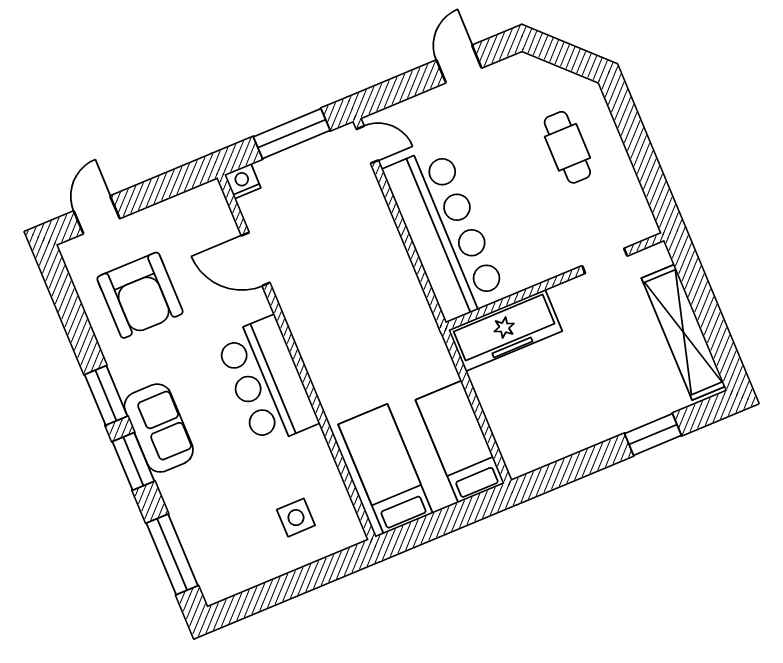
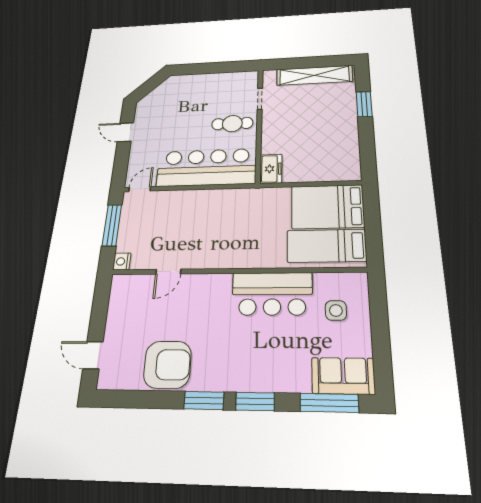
cafe table: (567, 147) -> (232, 124), moved
door: (256, 259) -> (168, 272), width x0.73
armchair: (140, 295) -> (167, 365), moved
freezer: (505, 330) -> (271, 169), width x0.52, depth x0.79
bar counter: (267, 381) -> (272, 294), moved
sofa: (159, 428) -> (343, 376), moved
bed: (460, 442) -> (327, 207), width x1.50

